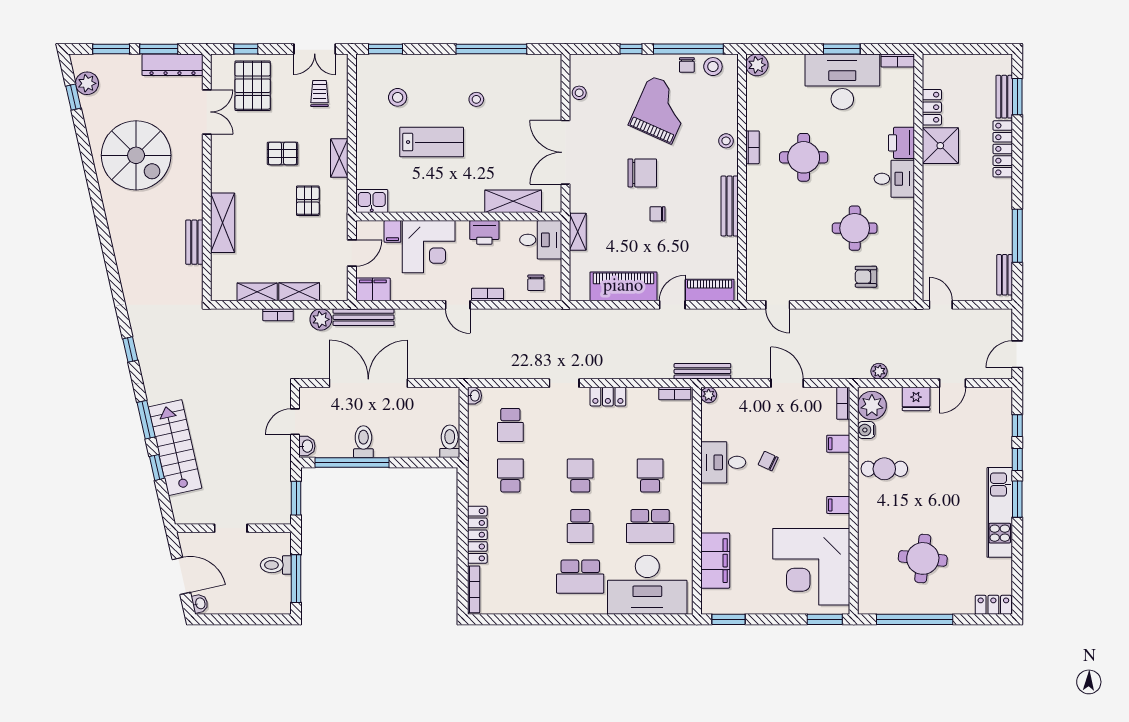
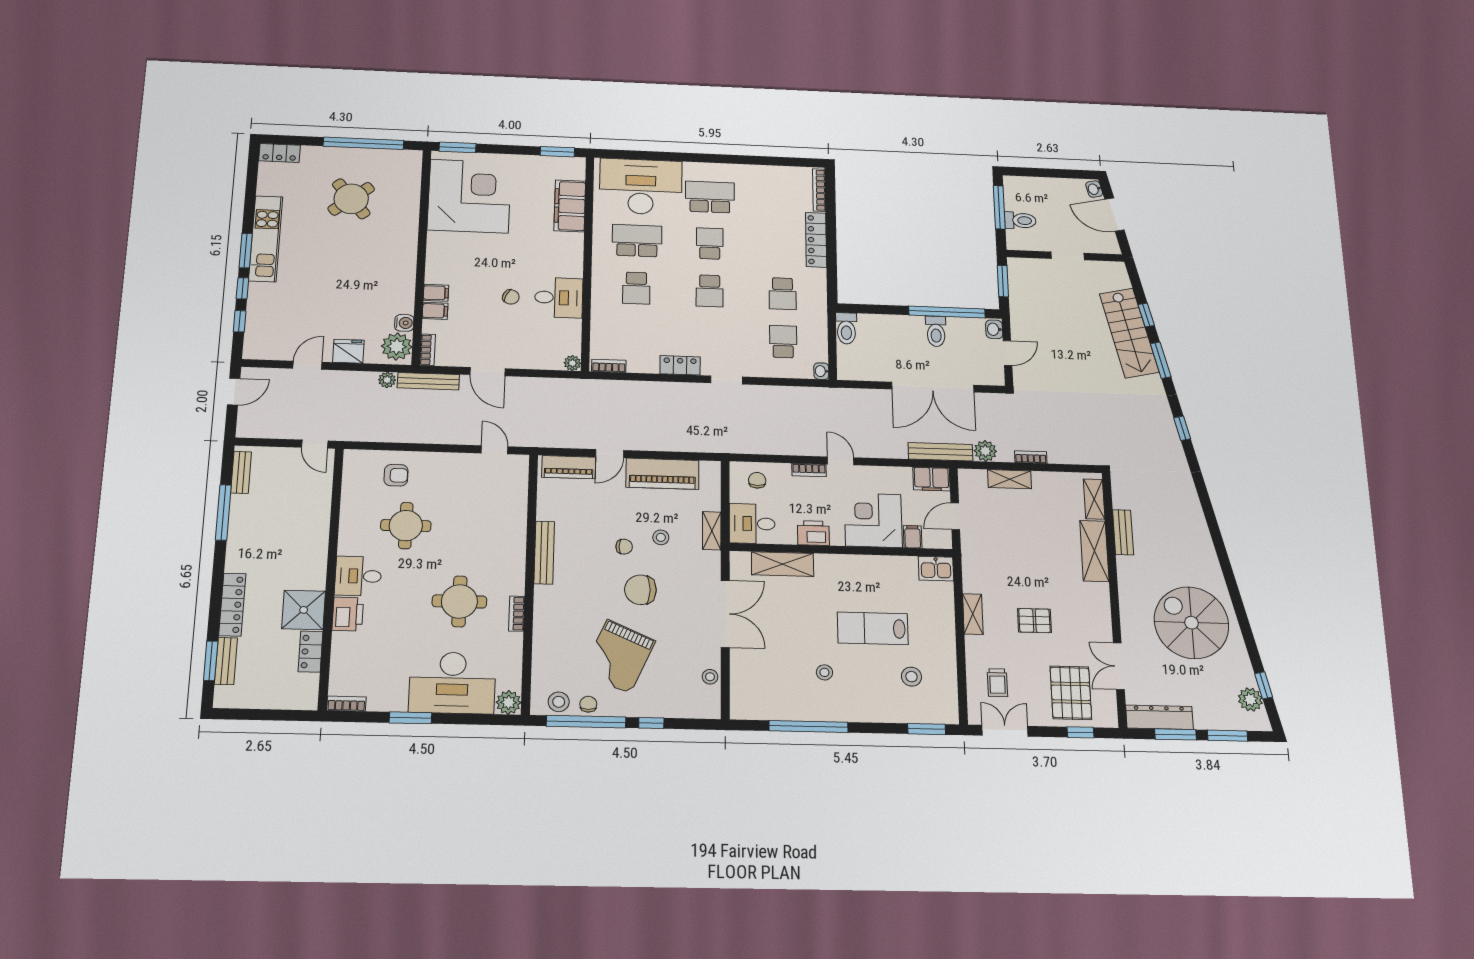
desk: (842, 82) -> (452, 683), moved
stool: (726, 141) -> (661, 537), moved
pallet: (308, 201) -> (1005, 571), removed
shelving: (257, 292) -> (1094, 499), moved, turned 90
bench: (702, 371) -> (428, 381), moved
cafe table: (884, 469) -> (387, 285), removed
filing cabinet: (838, 505) -> (436, 293), moved
round table: (923, 558) -> (351, 199), turned 45

